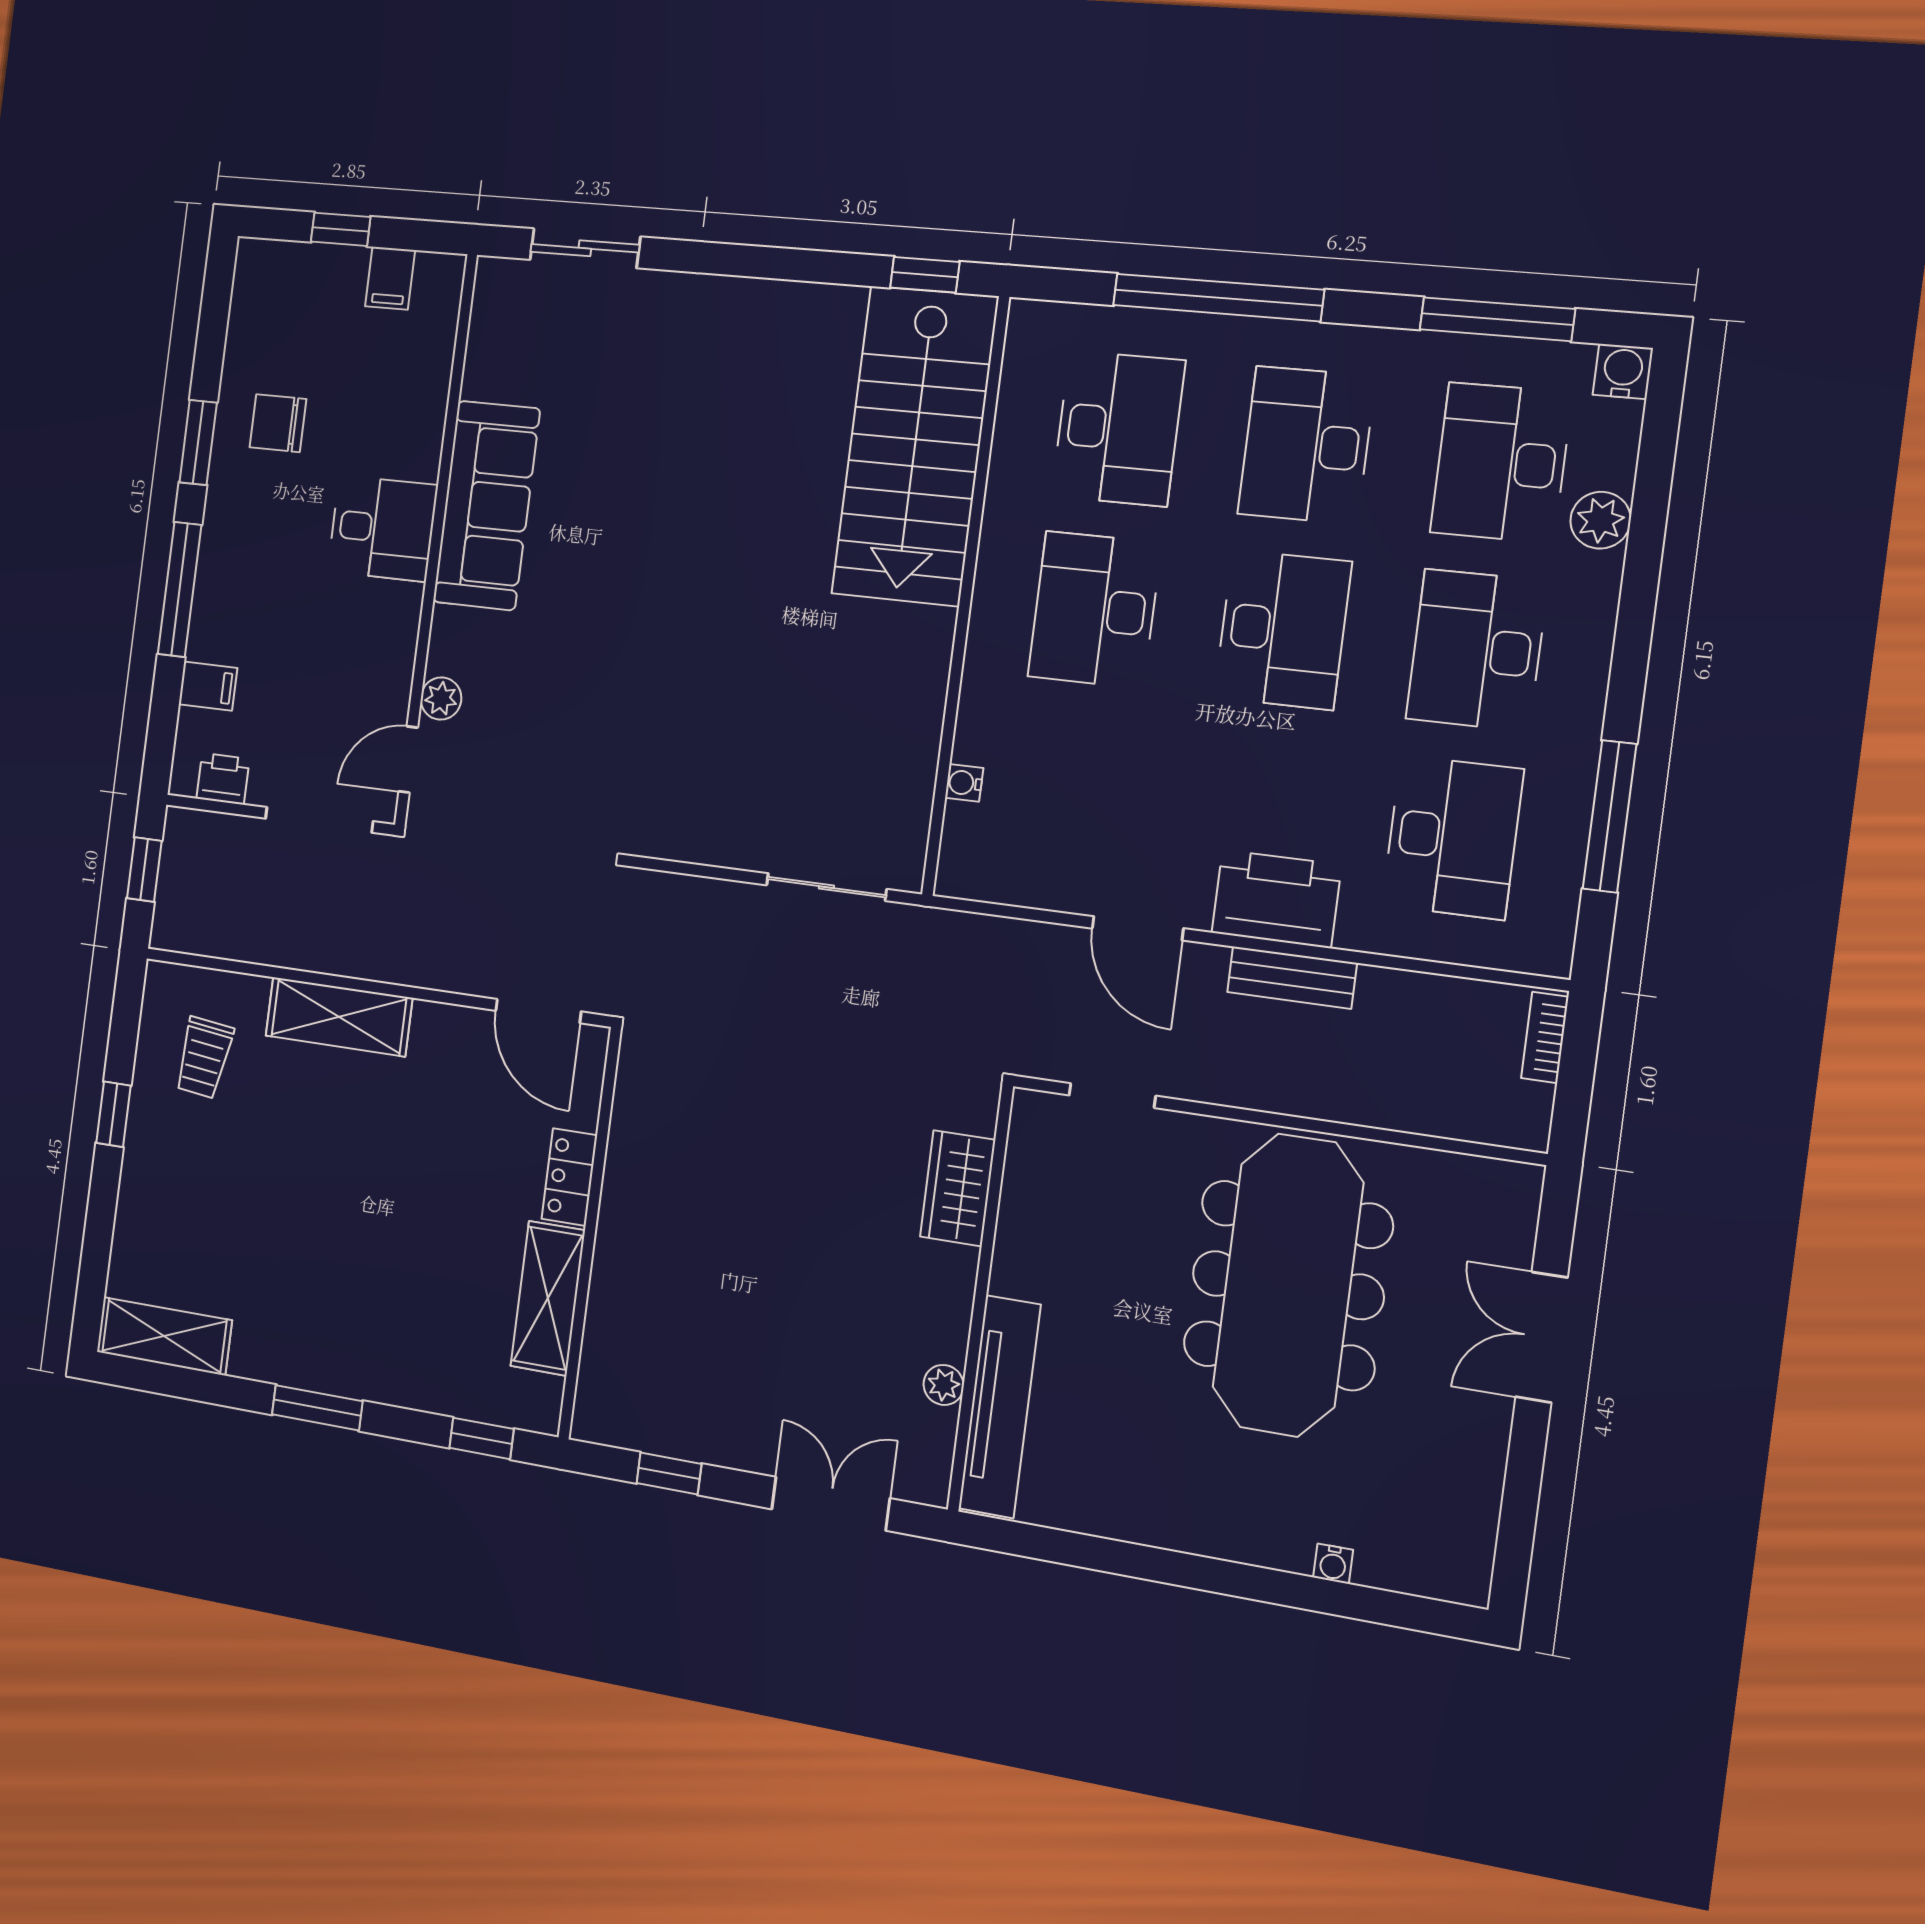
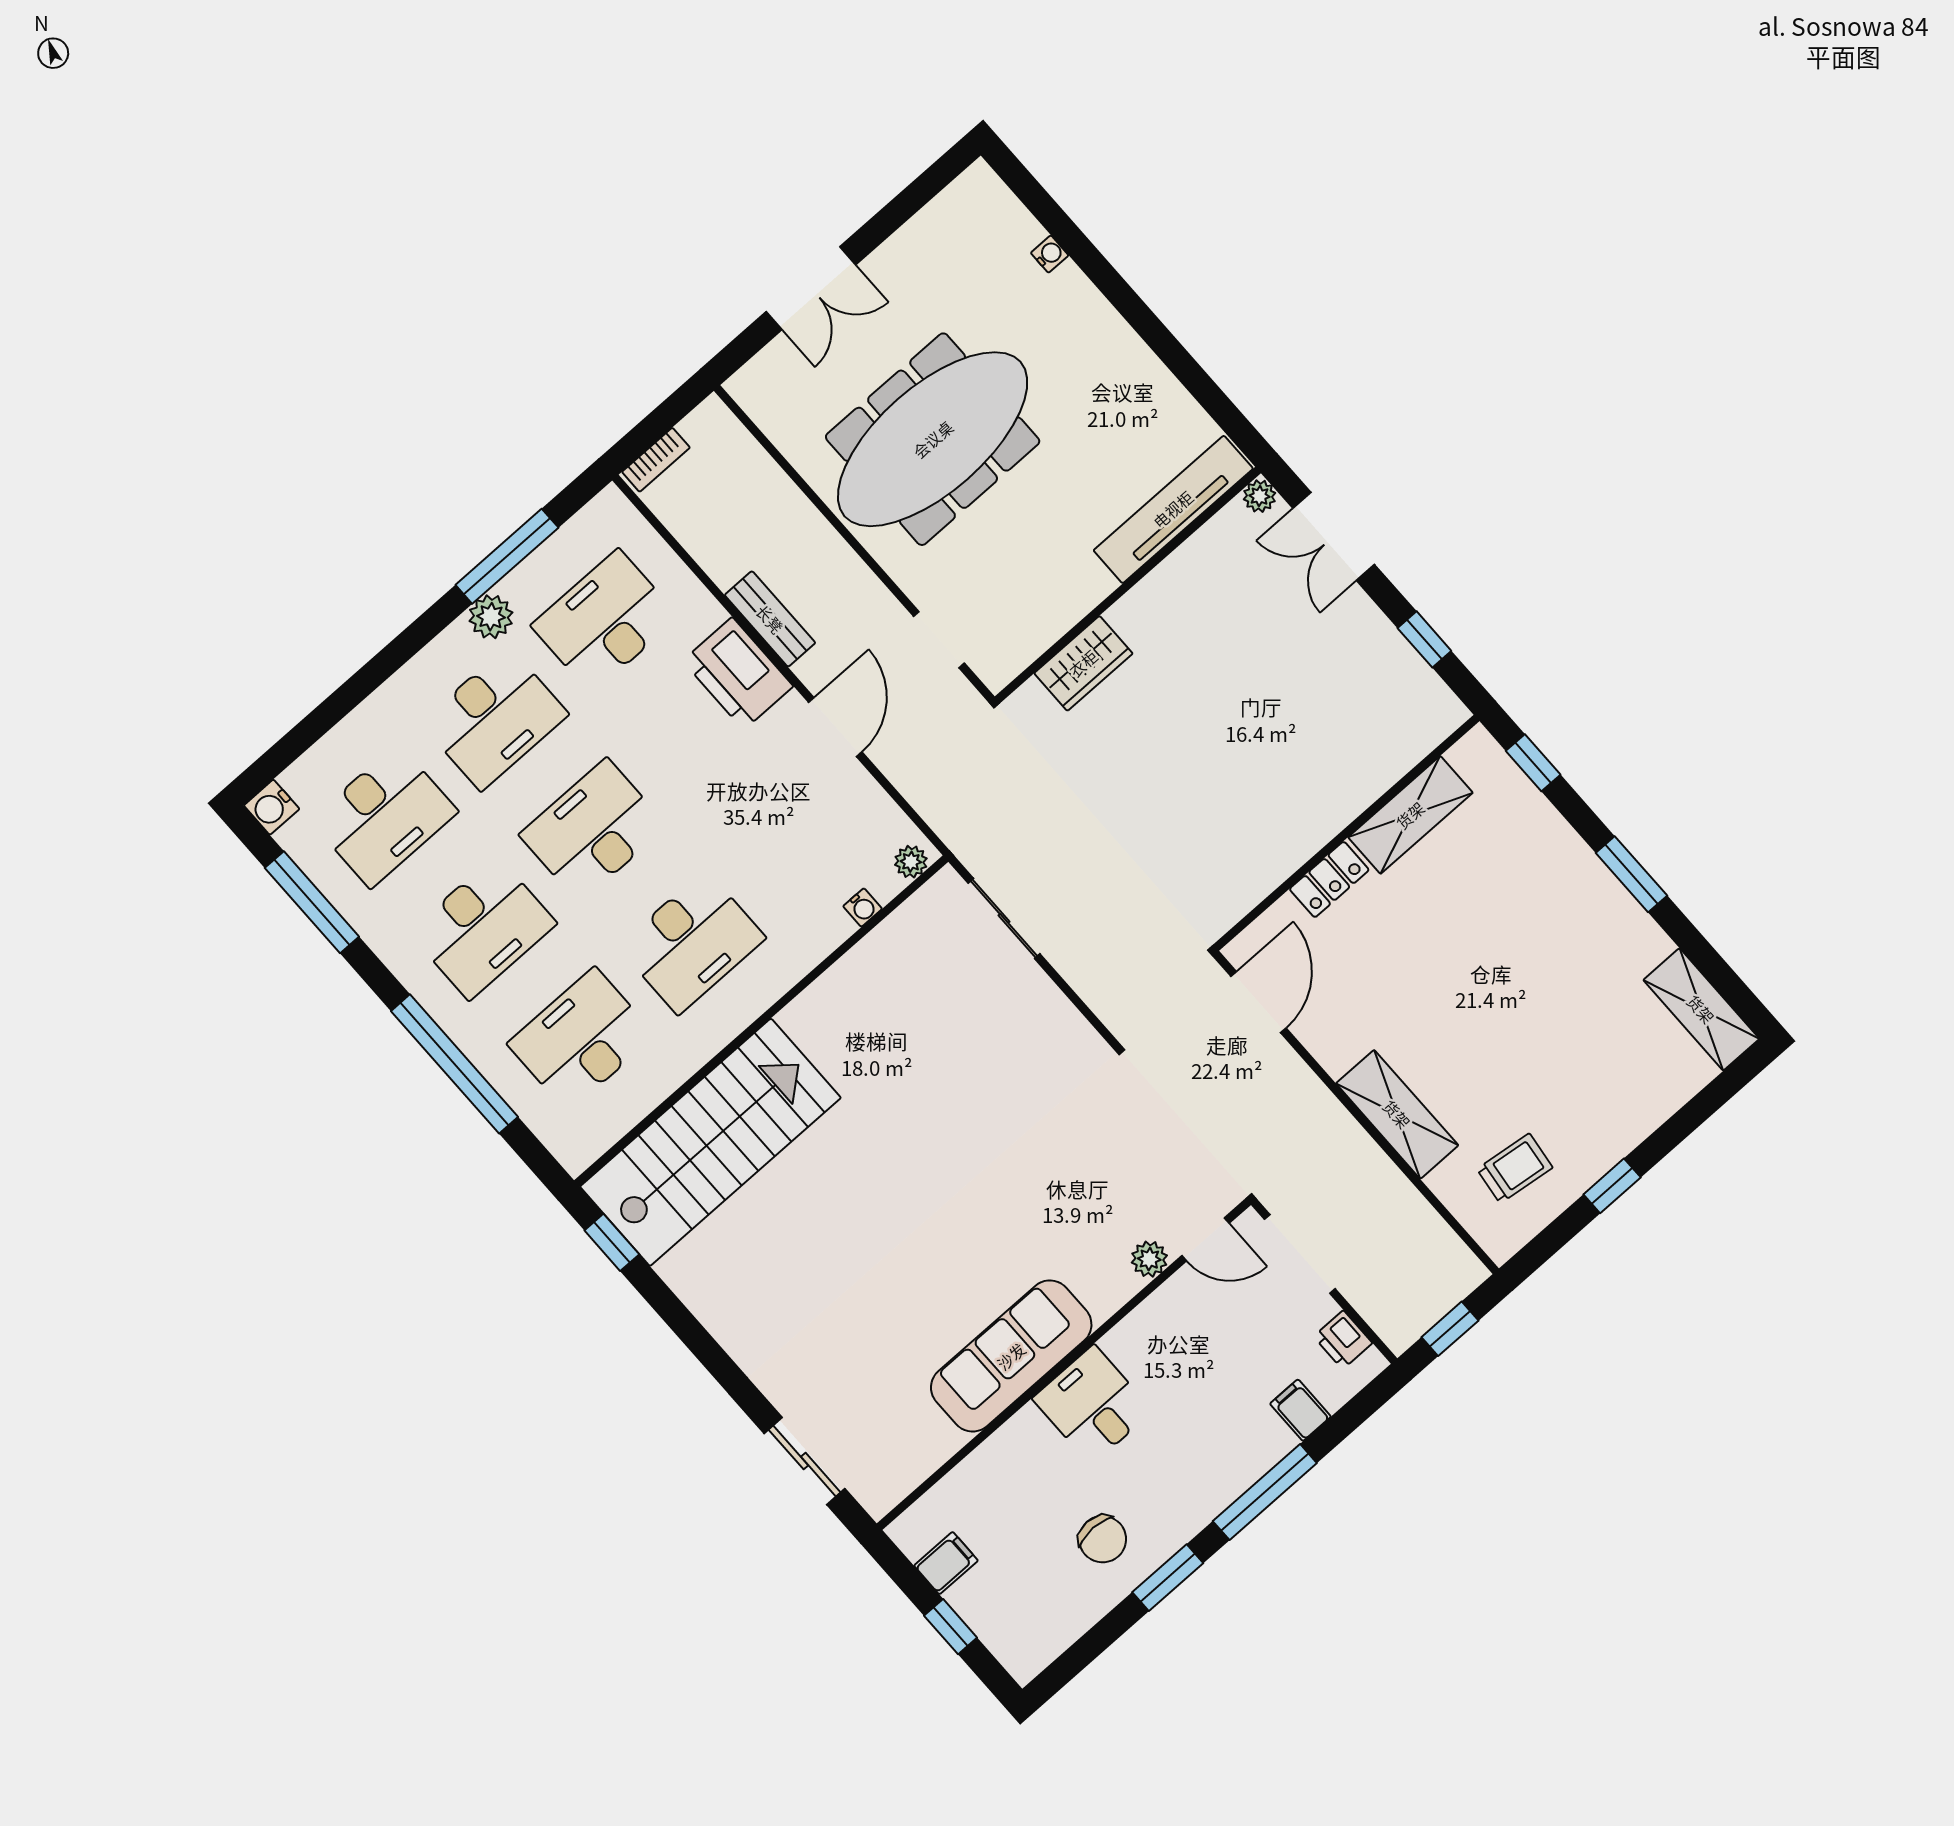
plant: (1601, 520) -> (491, 617), moved
plant: (956, 864) -> (911, 862), added
plant: (944, 1385) -> (1259, 496), moved

